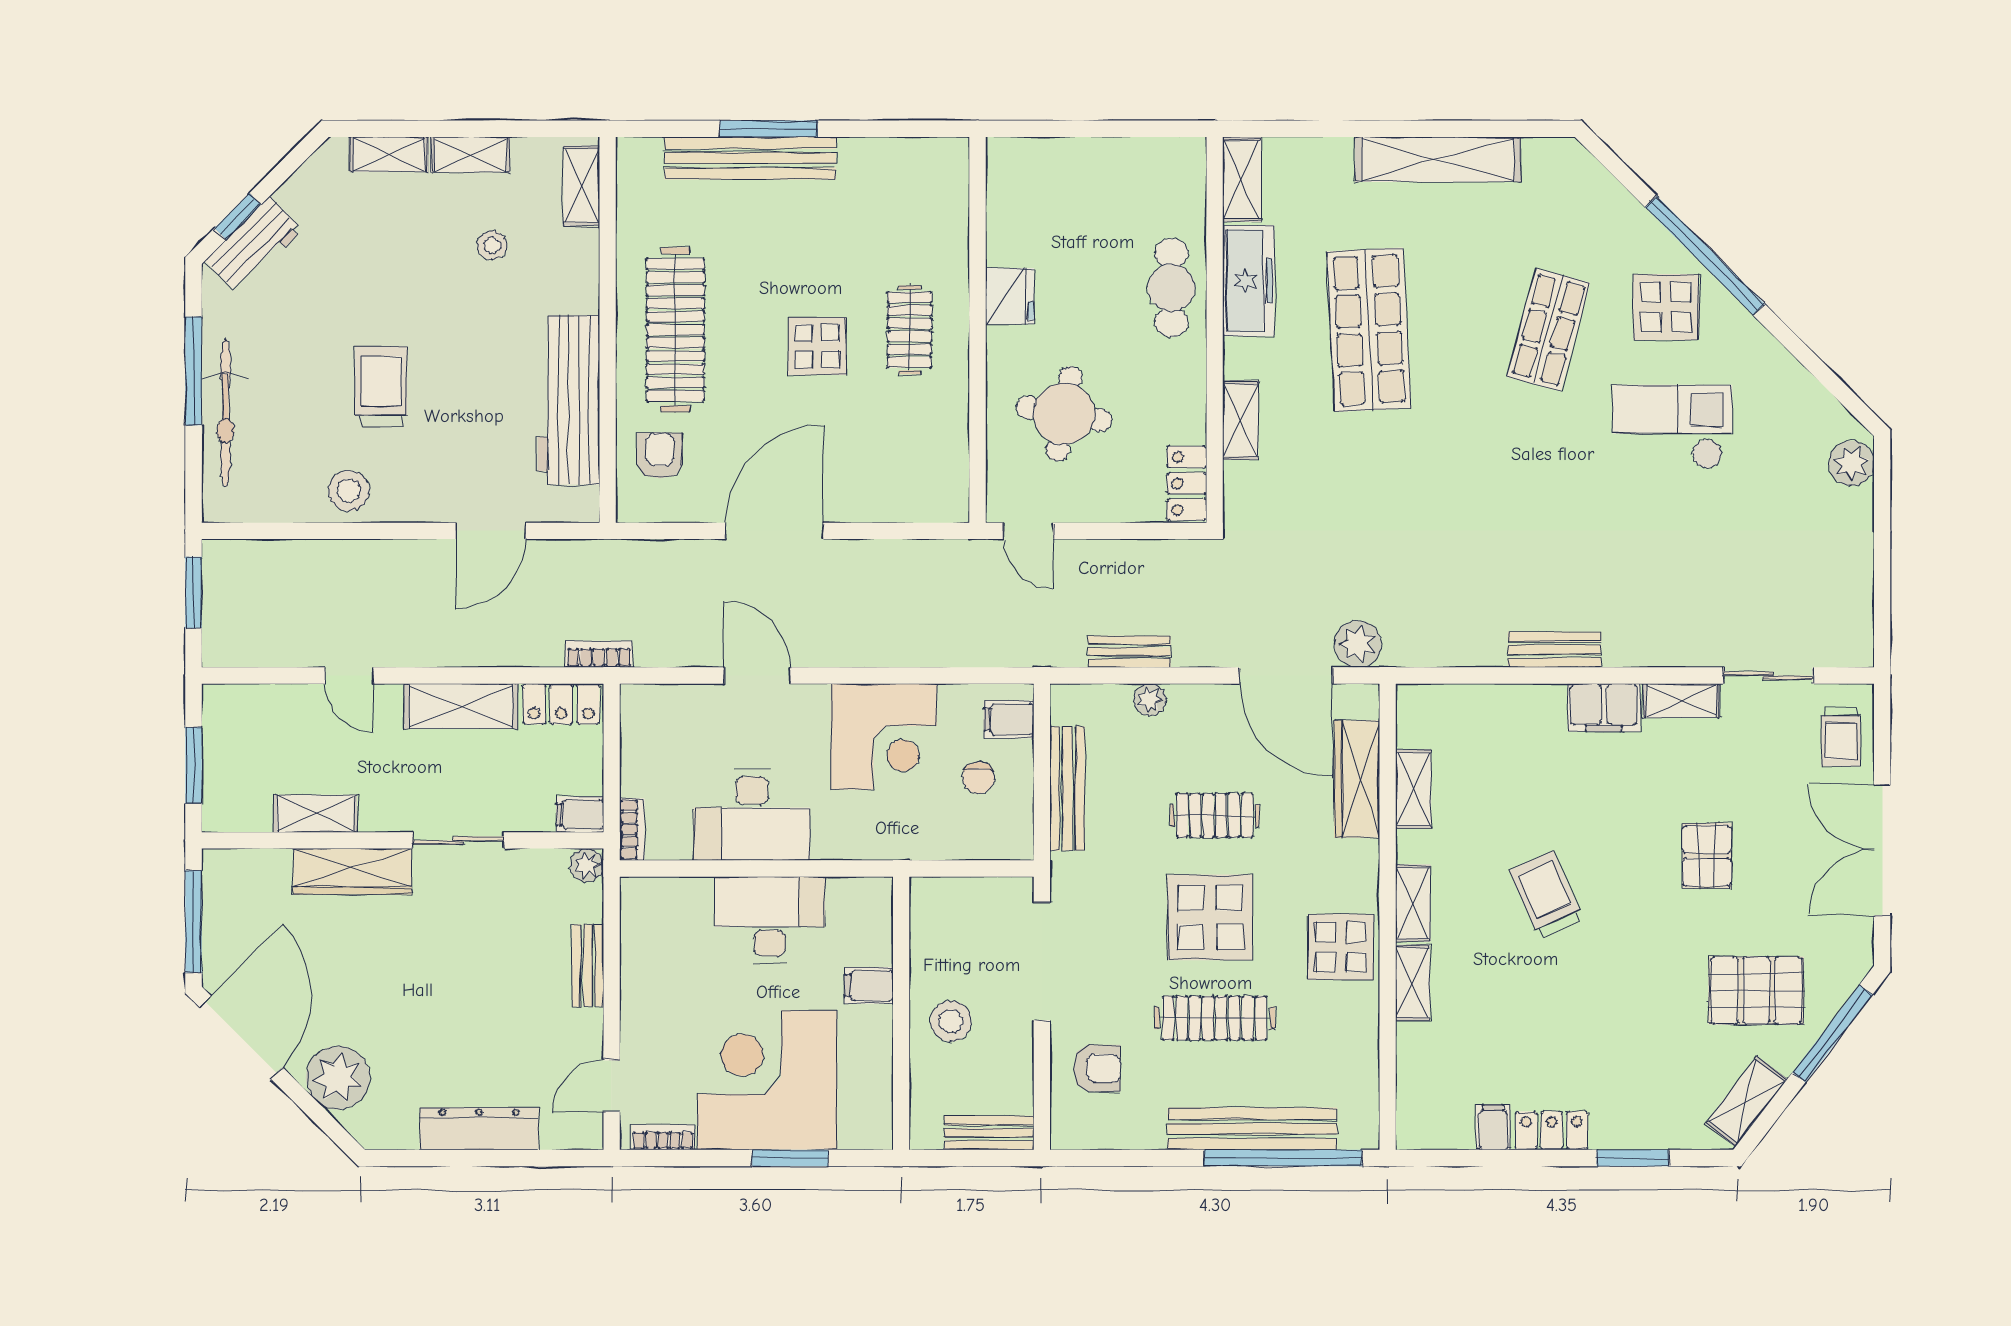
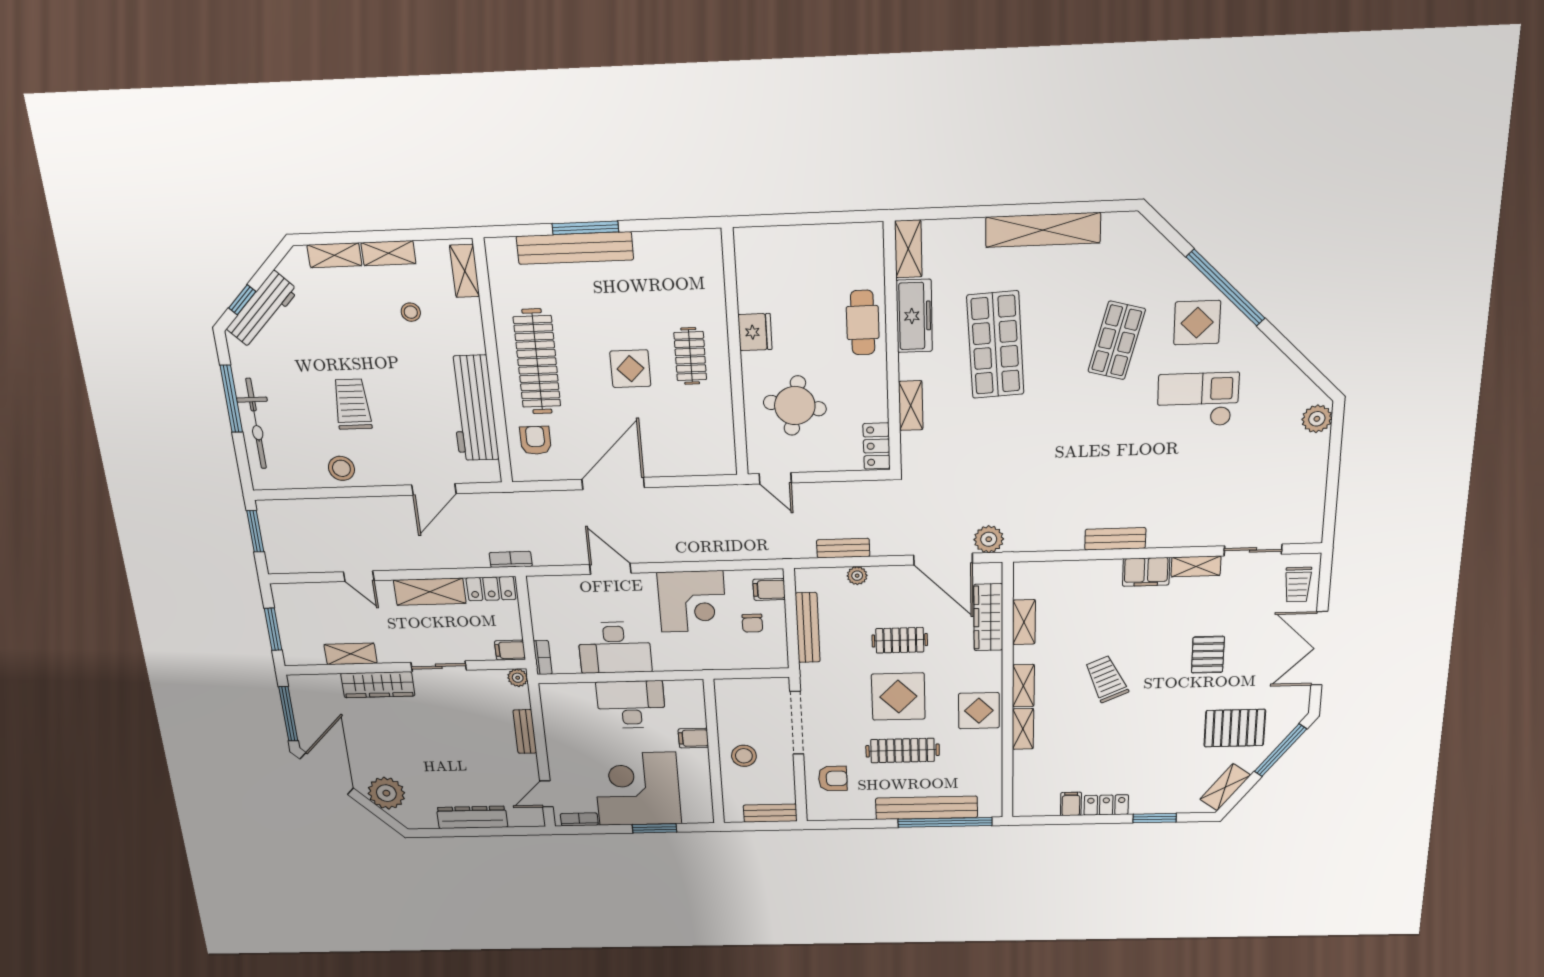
workbench: (254, 245) -> (262, 310), width x1.38

